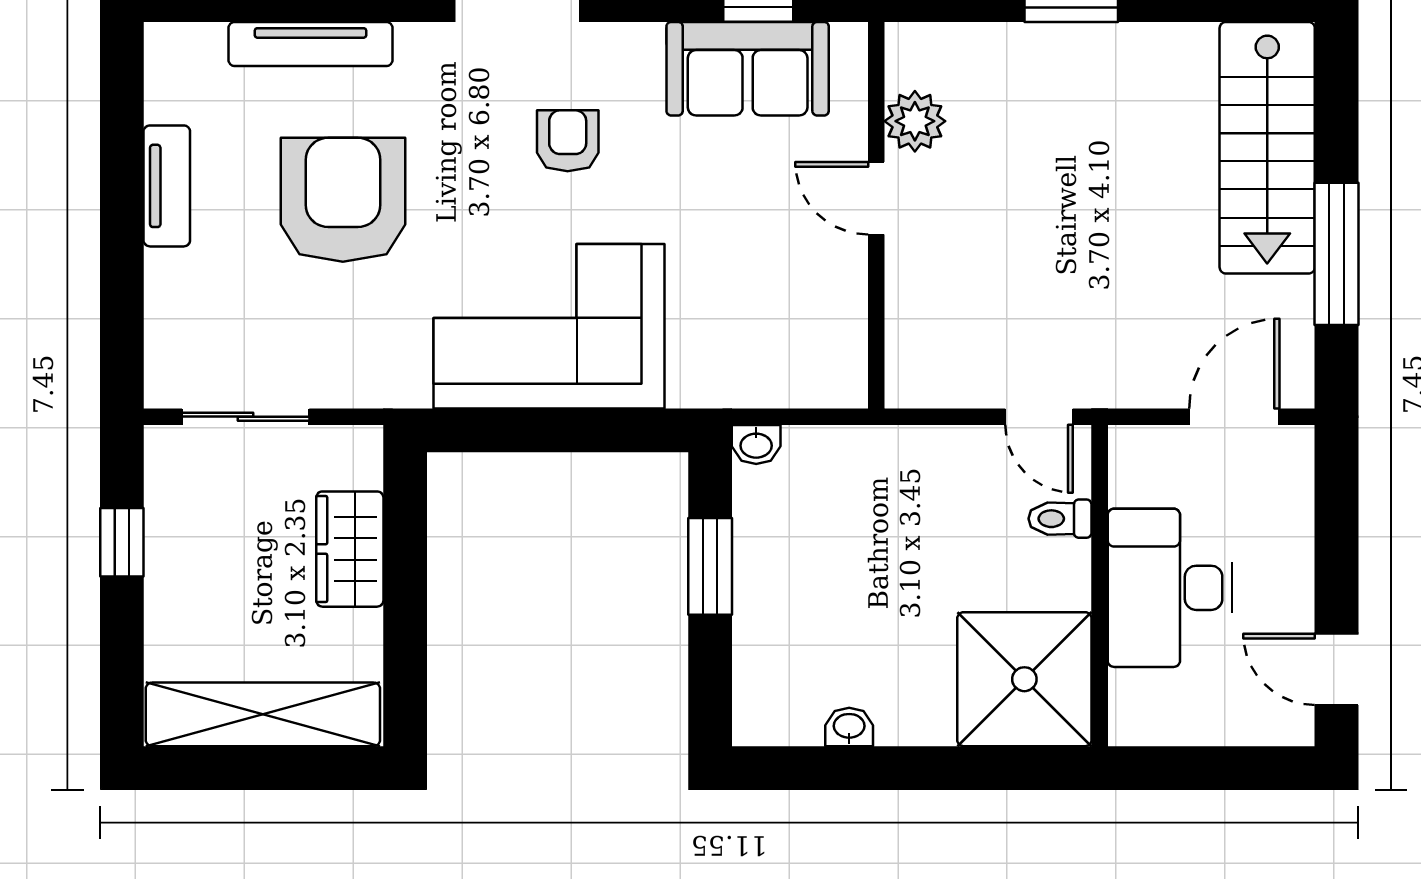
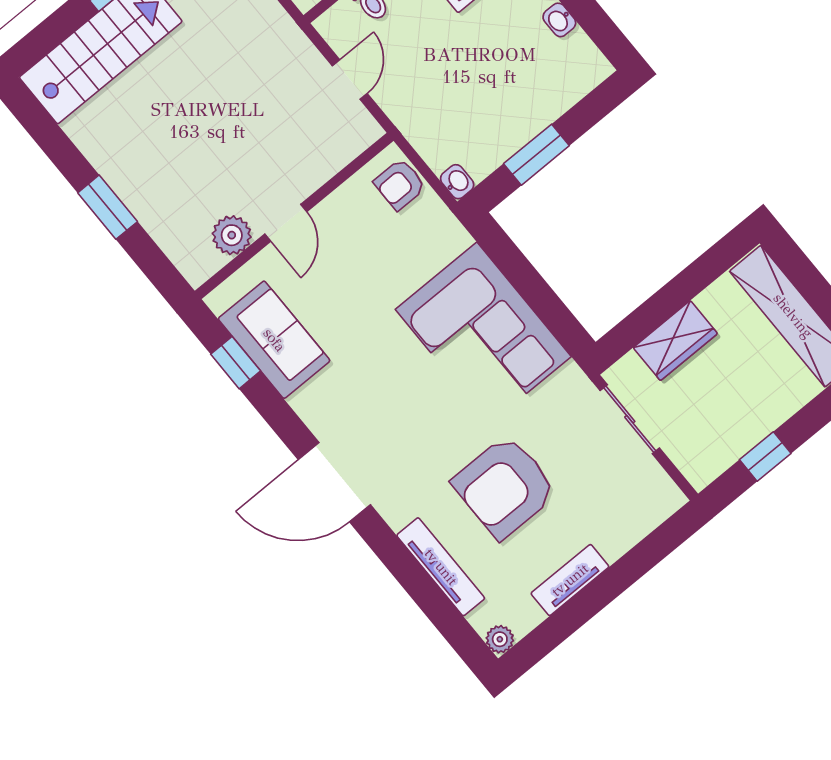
plant: (165, 43) -> (500, 639), added
armchair: (568, 141) -> (400, 184), moved
sliding door: (246, 417) -> (630, 419), moved
door: (1039, 417) -> (350, 80), moved

